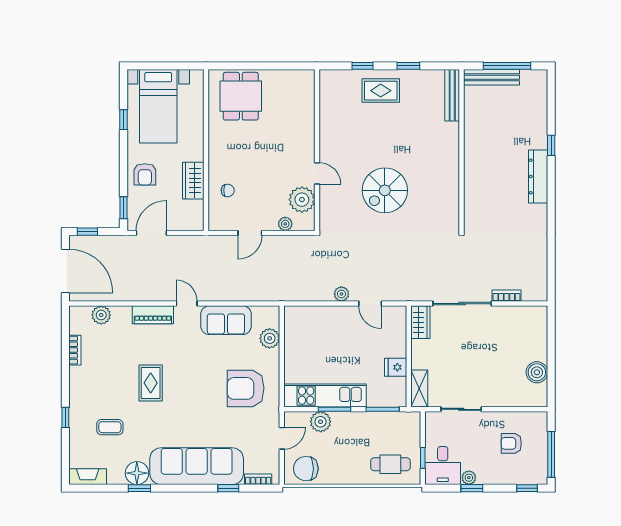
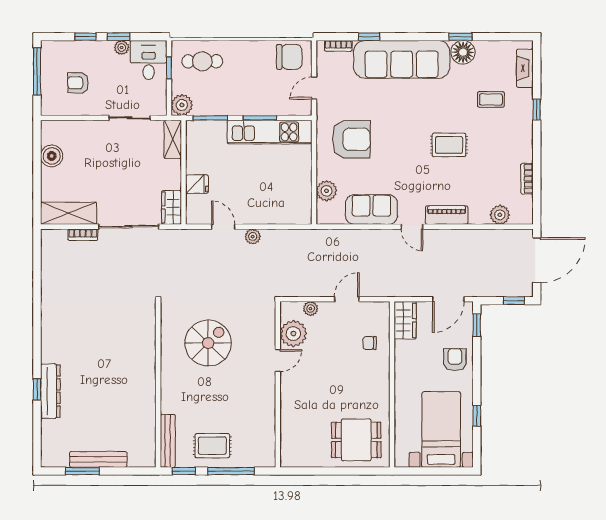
window: (362, 66) -> (231, 471), width x2.17
window: (507, 66) -> (82, 471), width x0.69
bench: (452, 95) -> (168, 441), moved
dining table: (241, 96) -> (356, 440), turned 90
wall: (462, 150) -> (158, 384), moved
door: (317, 173) -> (278, 361), swing flipped
dresser: (538, 176) -> (50, 391), moved
wardrobe: (193, 181) -> (405, 320), moved
door: (65, 271) -> (537, 260), swing flipped
shelving: (520, 316) -> (69, 213), added
fridge: (396, 367) -> (197, 184), moved
rug: (151, 383) -> (449, 145), turned 90
plant: (321, 422) -> (182, 105), moved
armchair: (511, 443) -> (78, 83), turned 180
fireplace: (88, 477) -> (525, 68), moved, turned 90
window: (527, 488) -> (85, 37), moved

